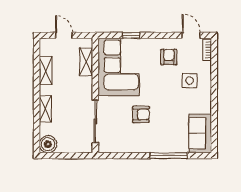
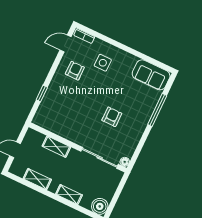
armchair: (169, 57) -> (75, 71), turned 90
shelving: (86, 62) -> (56, 147), moved
corner sofa: (119, 67) -> (63, 117), removed
floor lamp: (103, 148) -> (125, 162), added

